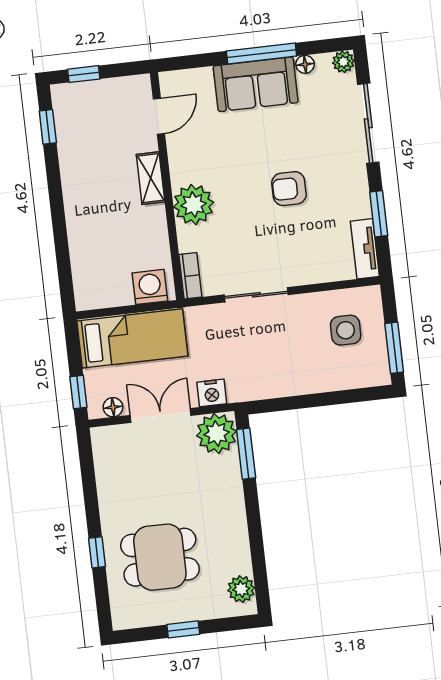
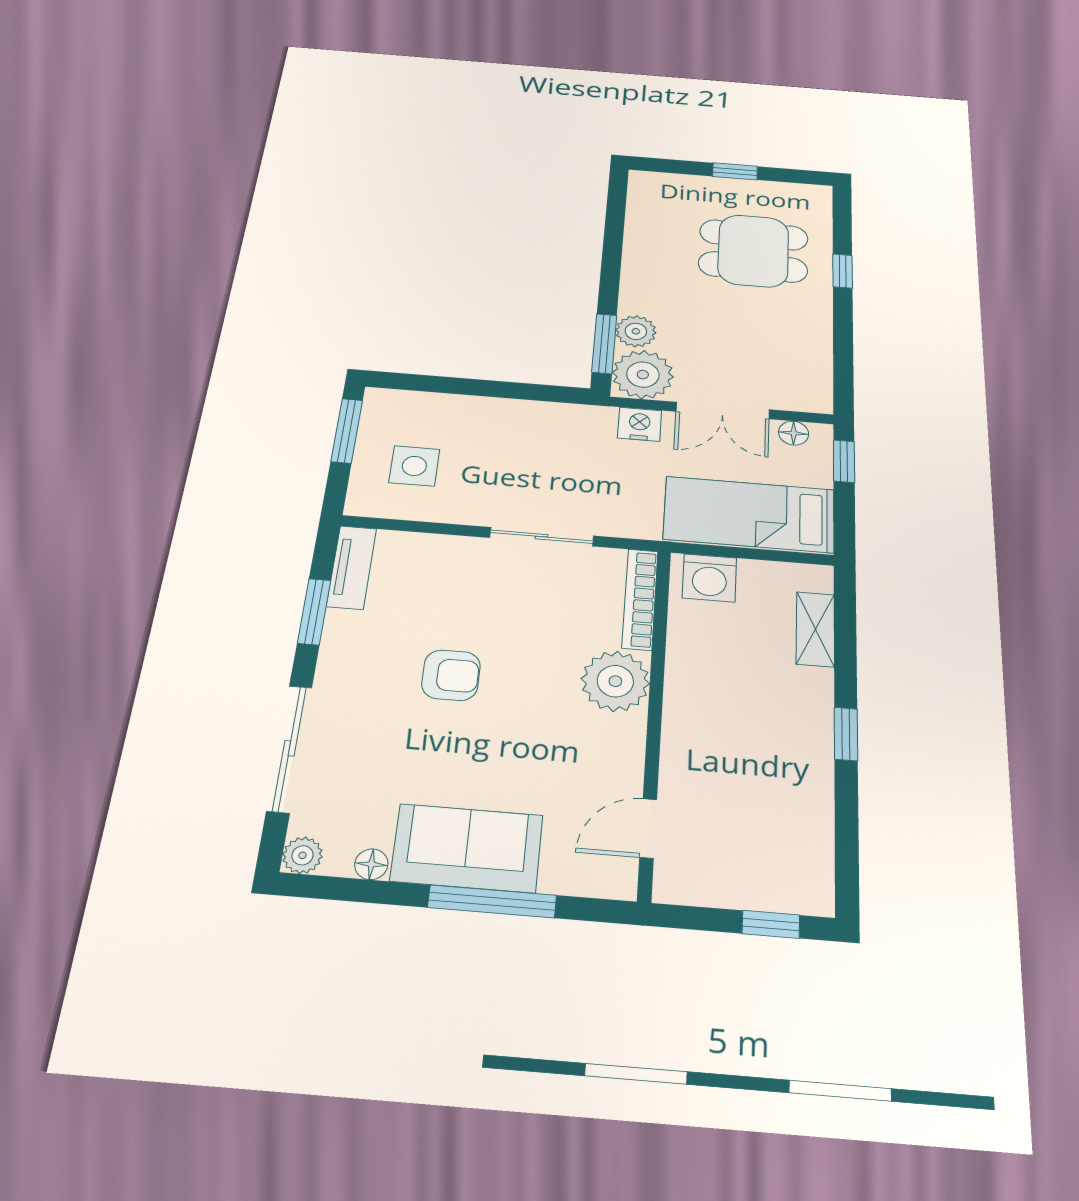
window: (261, 54) -> (492, 901), moved
window: (48, 127) -> (846, 734), moved
shelving: (151, 178) -> (815, 629), moved
bookcase: (190, 276) -> (640, 599), width x1.56
plant: (241, 589) -> (636, 331), moved

